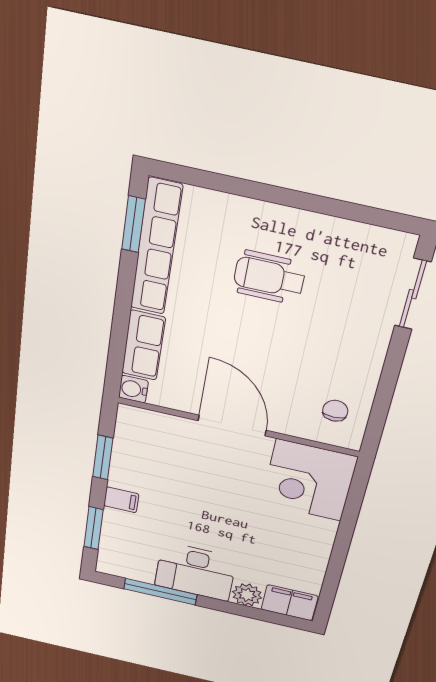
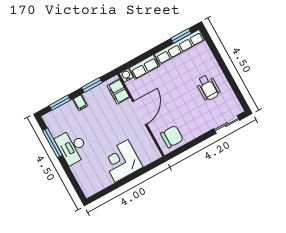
wheelchair: (269, 277) -> (208, 87), moved, turned 180
chair: (335, 411) -> (172, 137), width x1.87, depth x1.87
corner desk: (309, 480) -> (122, 161), moved
plant: (247, 595) -> (78, 170), removed
filing cabinet: (290, 603) -> (118, 92), moved, turned 180

